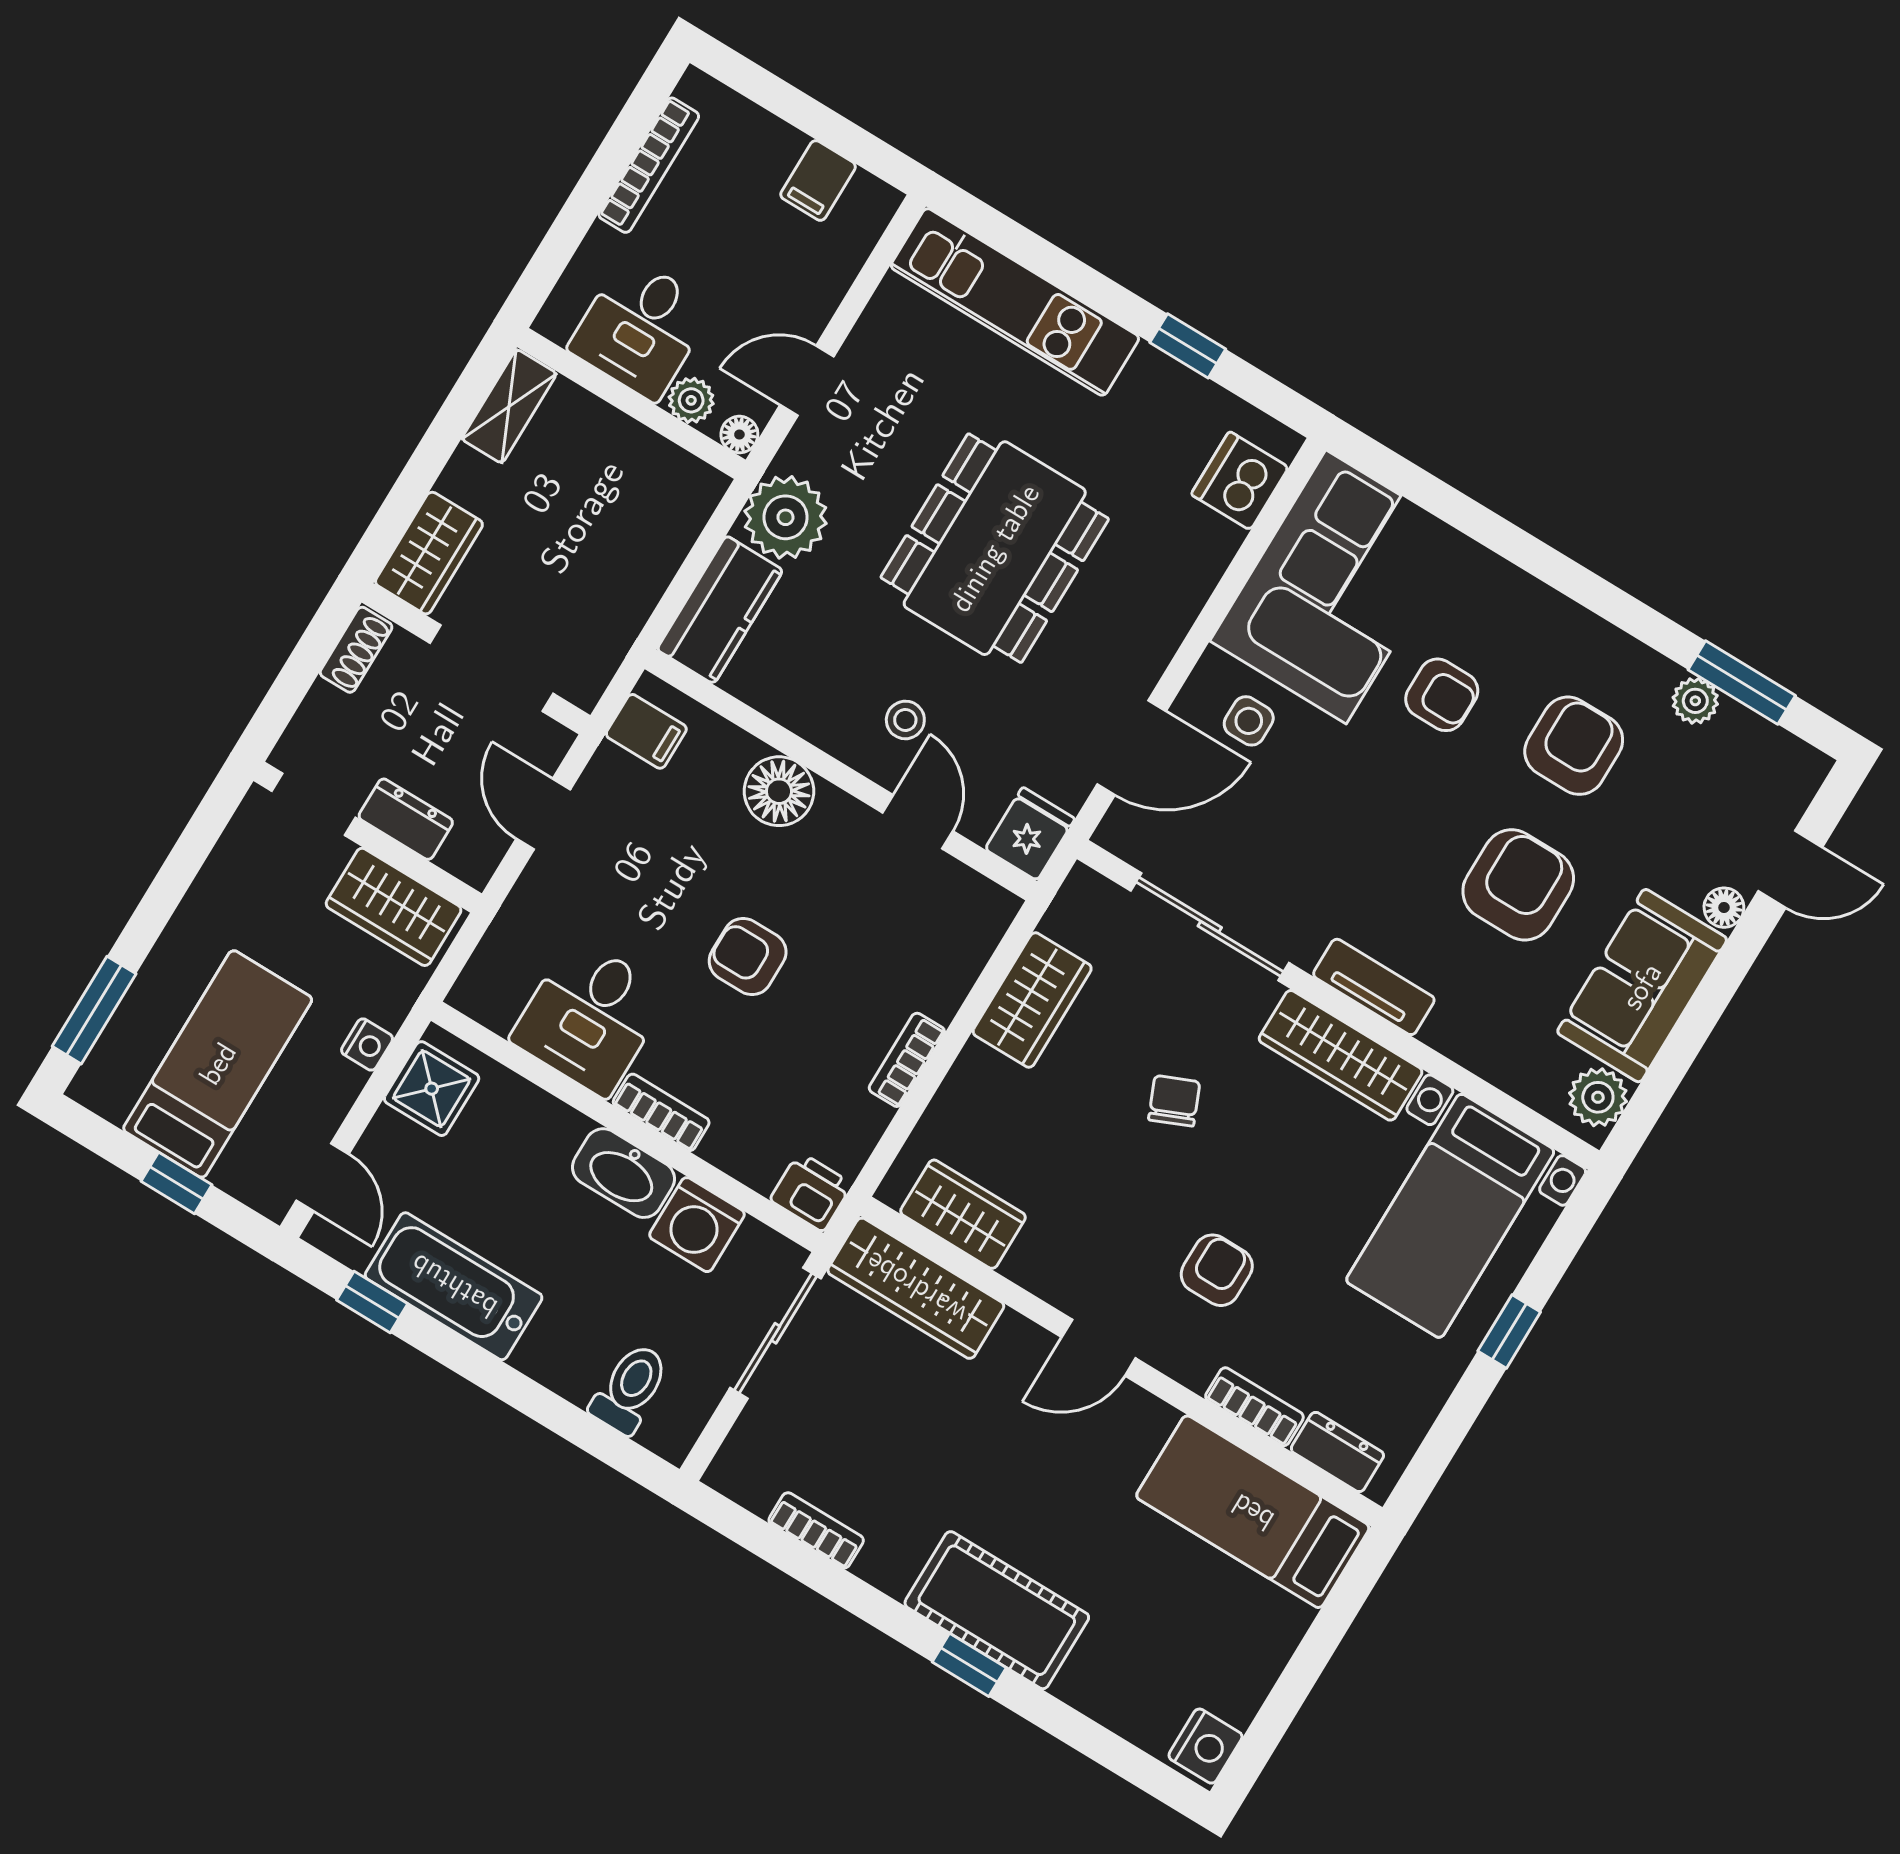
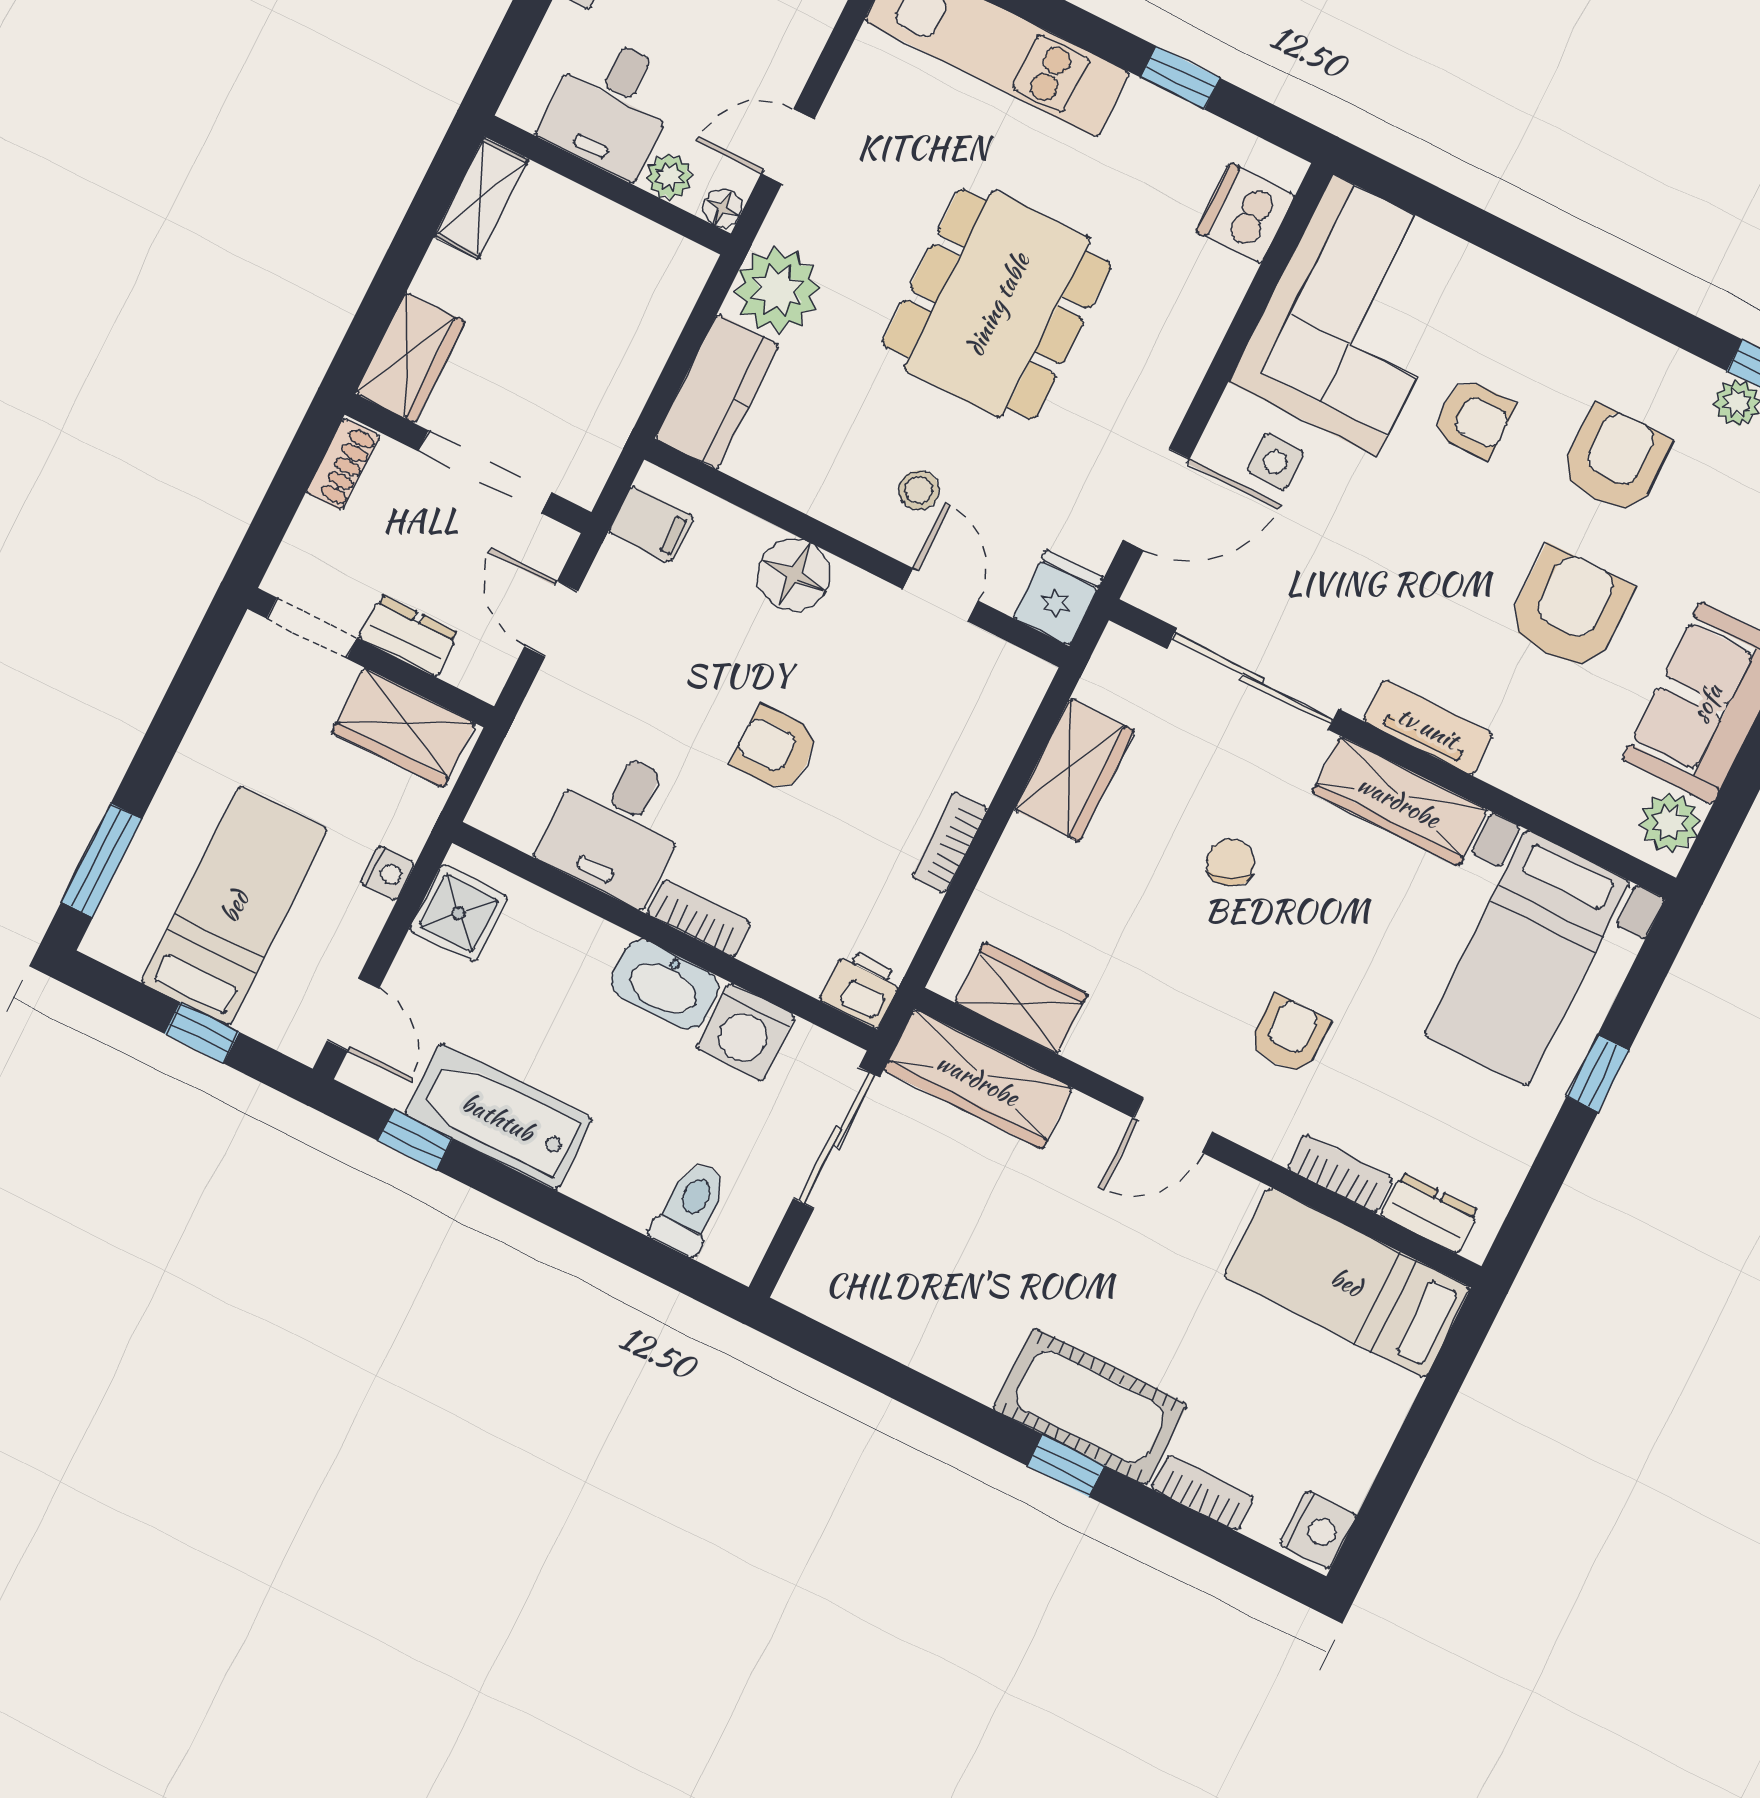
bookcase: (816, 1530) -> (1203, 1493), moved

